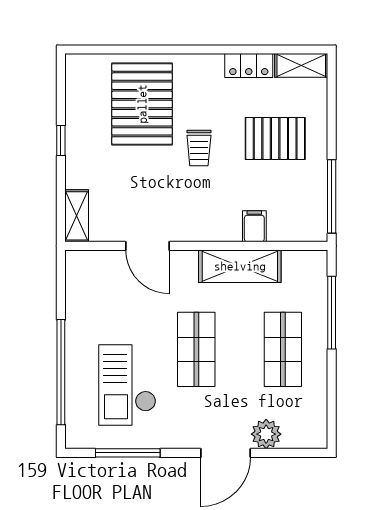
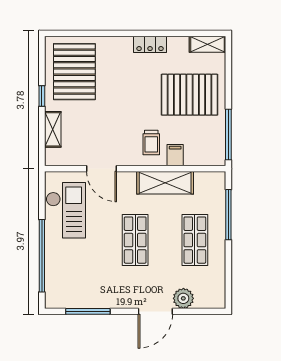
locker: (249, 66) -> (150, 44), moved
pallet: (142, 104) -> (74, 72), moved
pallet: (275, 138) -> (190, 95), width x1.37, depth x1.41
trolley: (199, 148) -> (151, 143), moved
shelving: (77, 216) -> (53, 129), moved
checkout: (127, 385) -> (66, 210), moved, turned 180

